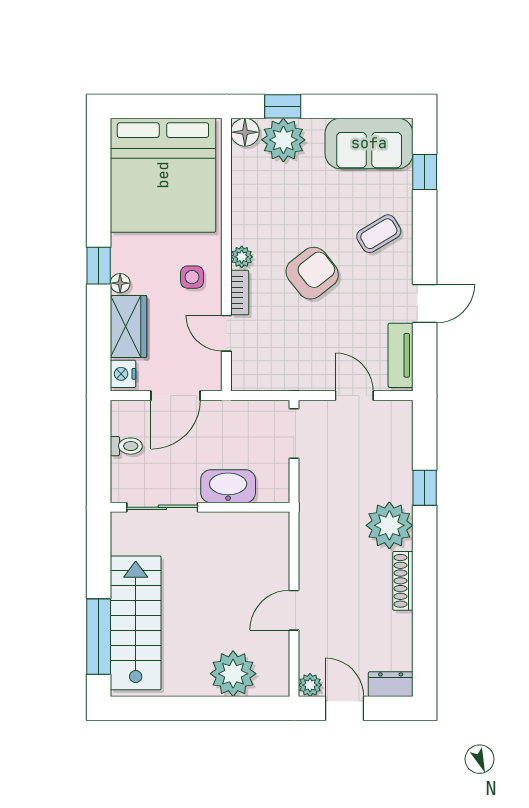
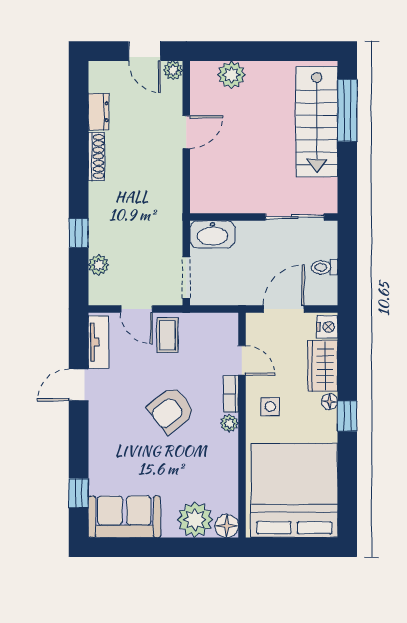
window: (283, 106) -> (196, 547), removed
coffee table: (379, 234) -> (168, 335), moved, turned -59
washbasin: (228, 486) -> (212, 234), moved
plant: (389, 525) -> (99, 265), moved, width x0.53, depth x0.53
plant: (233, 674) -> (231, 75), width x0.73, depth x0.73
dresser: (391, 684) -> (99, 112), moved, turned -90

